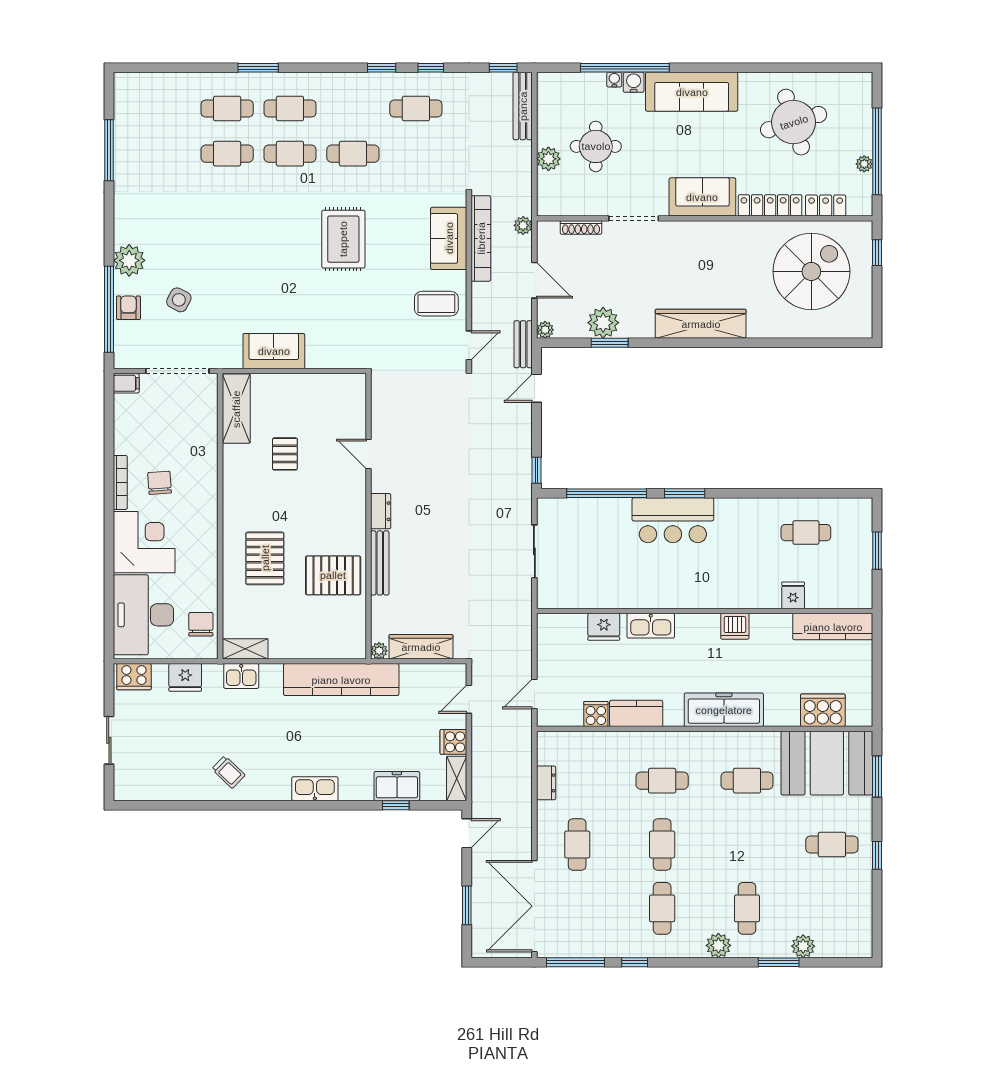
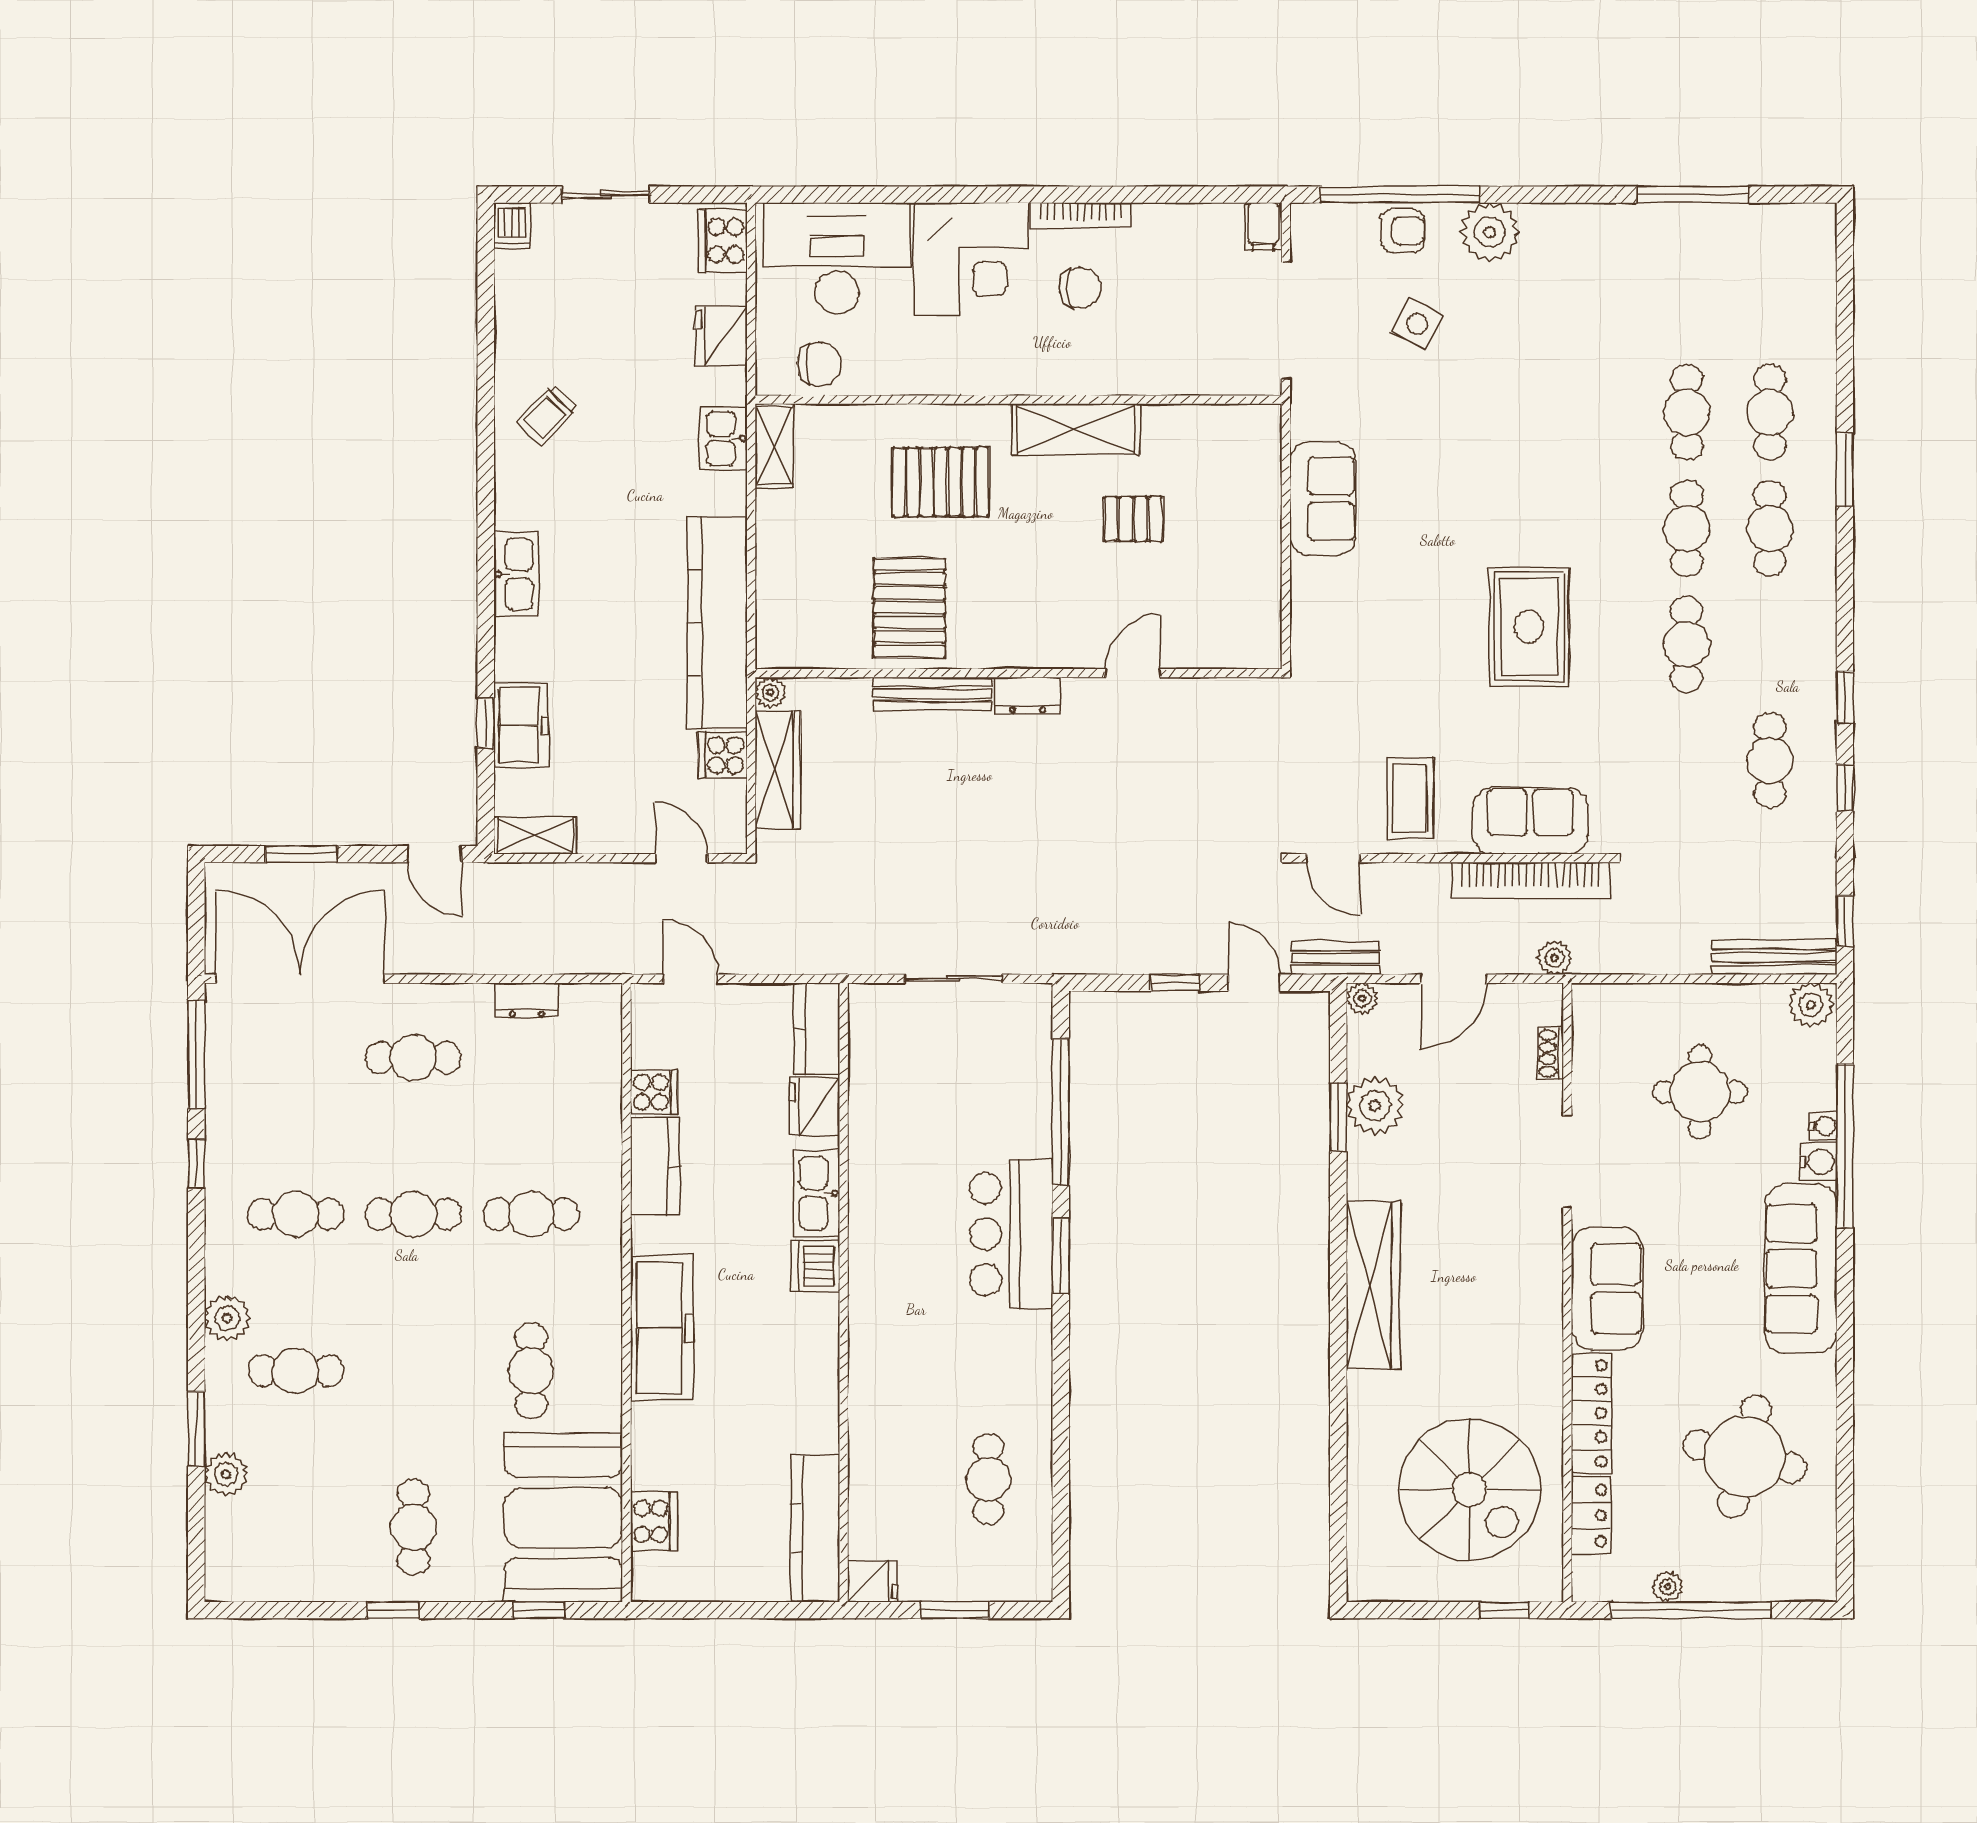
round table: (794, 122) -> (1745, 1456), turned 31
plant: (548, 159) -> (1811, 1005), moved
shoe rack: (581, 227) -> (1551, 1053), width x0.70
rug: (343, 239) -> (1529, 627), turned 90
shelving: (236, 409) -> (1076, 429), moved
window: (537, 470) -> (1175, 983), moved
fridge: (793, 595) -> (873, 1581), moved
kitchen counter: (561, 626) -> (817, 1029), added
dishwasher: (735, 626) -> (815, 1266), moved
cooker: (823, 710) -> (654, 1521), width x0.73, depth x0.76
cooker: (453, 742) -> (723, 755), moved, turned -90
window: (877, 777) -> (539, 1610), width x0.67
cafe table: (662, 781) -> (531, 1214), turned 90
dishwasher: (126, 791) -> (512, 226), added

